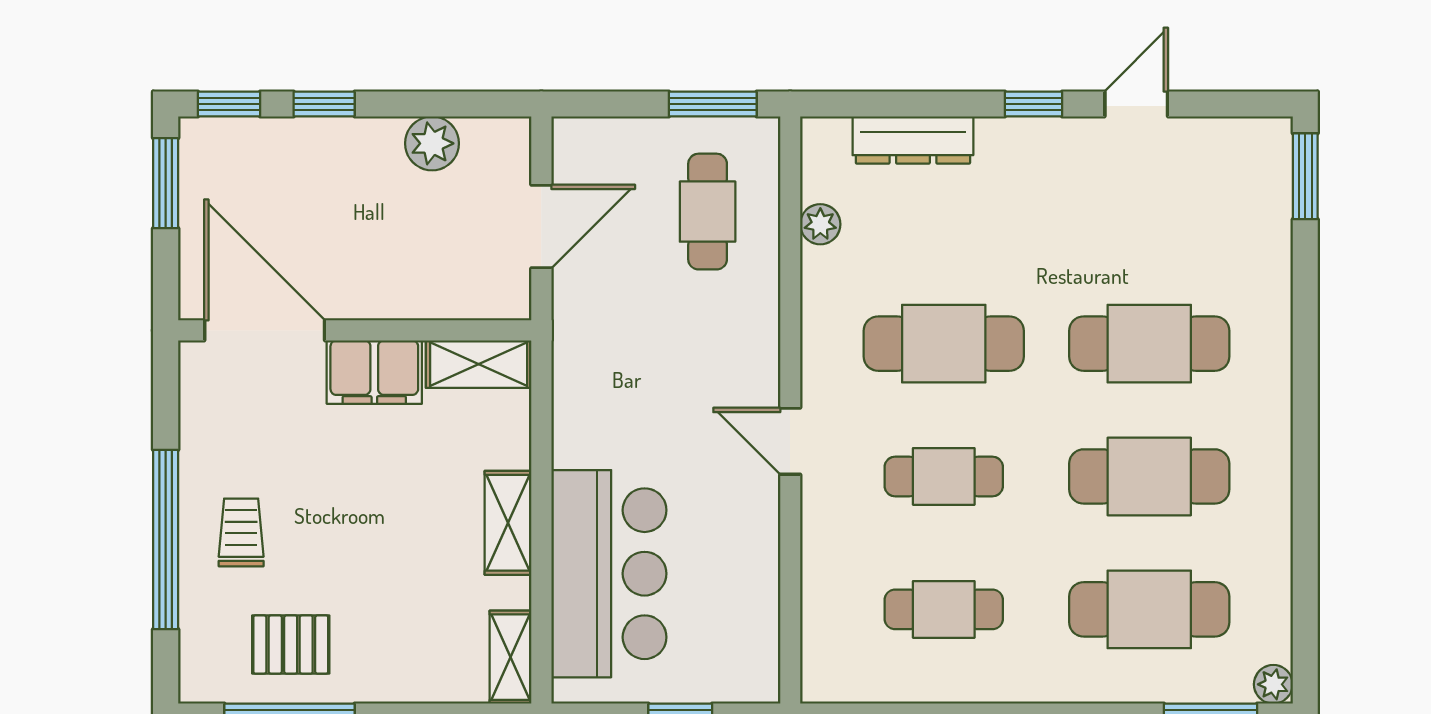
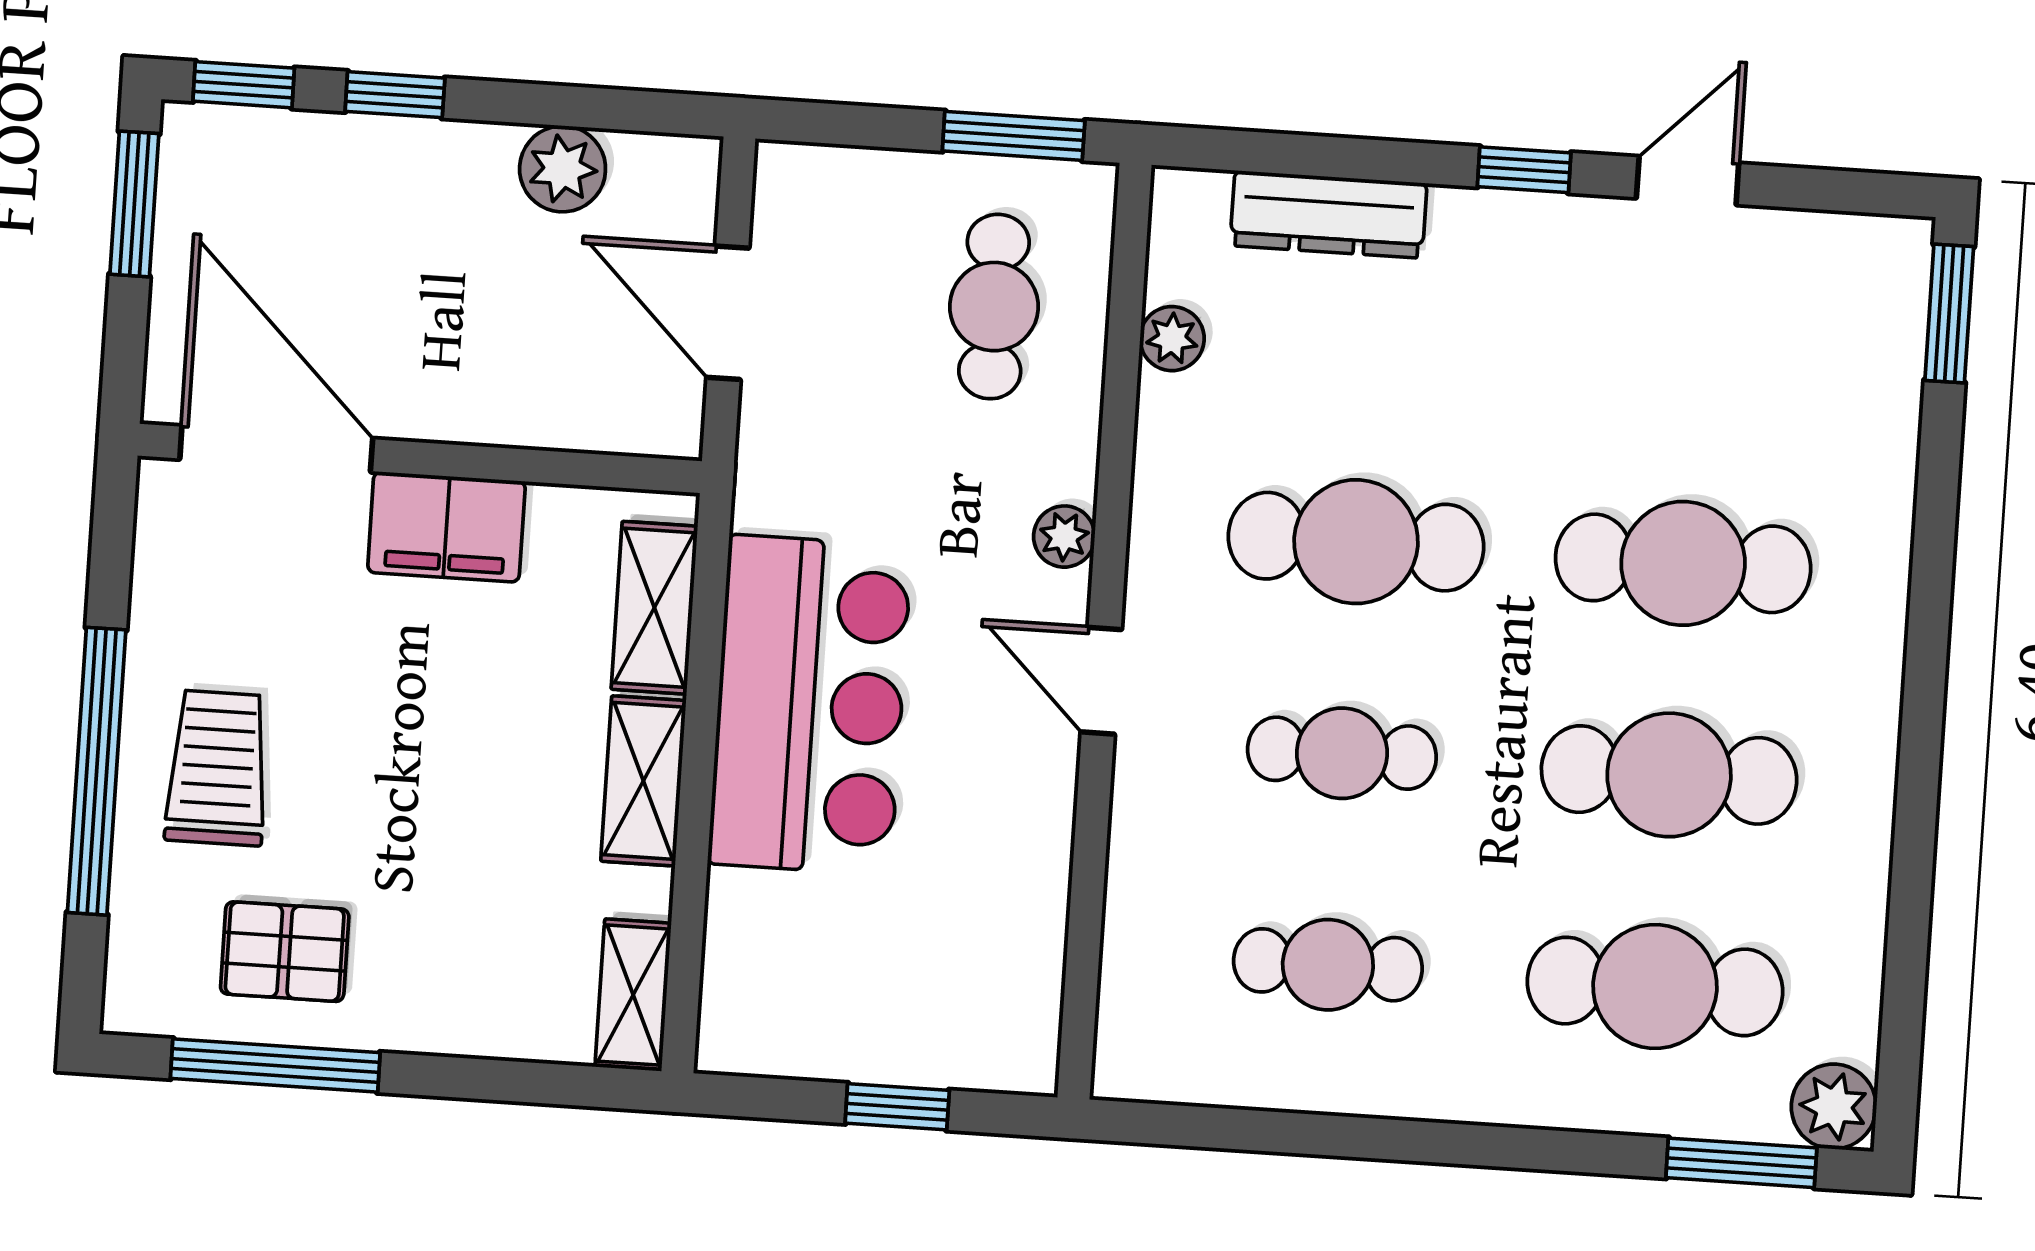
door: (541, 226) -> (728, 313), swing flipped
plant: (761, 352) -> (1064, 537), added
shelving: (479, 364) -> (654, 608), moved, turned 90
trolley: (241, 532) -> (218, 768), width x1.36, depth x1.39
bar counter: (609, 574) -> (810, 705), moved
plant: (1273, 684) -> (1834, 1107), width x1.38, depth x1.38

